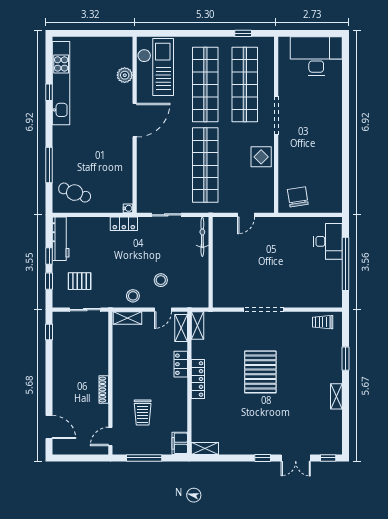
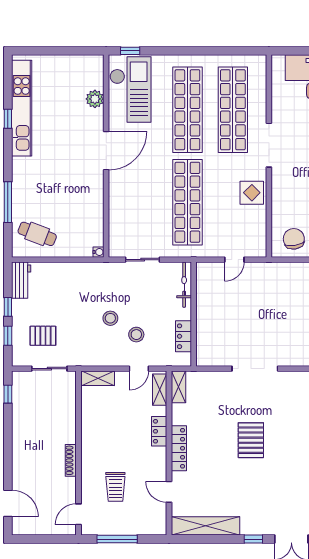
window: (243, 33) -> (130, 51), moved
locker: (124, 224) -> (183, 336), moved, turned 90
workbench: (61, 239) -> (21, 280), width x0.73
stool: (133, 296) -> (110, 318), moved
pallet: (260, 372) -> (251, 440), width x0.73, depth x0.71
door: (189, 417) -> (169, 492), added
filing cabinet: (180, 443) -> (158, 522), removed
shelving: (205, 449) -> (205, 526), width x2.20, depth x1.33

